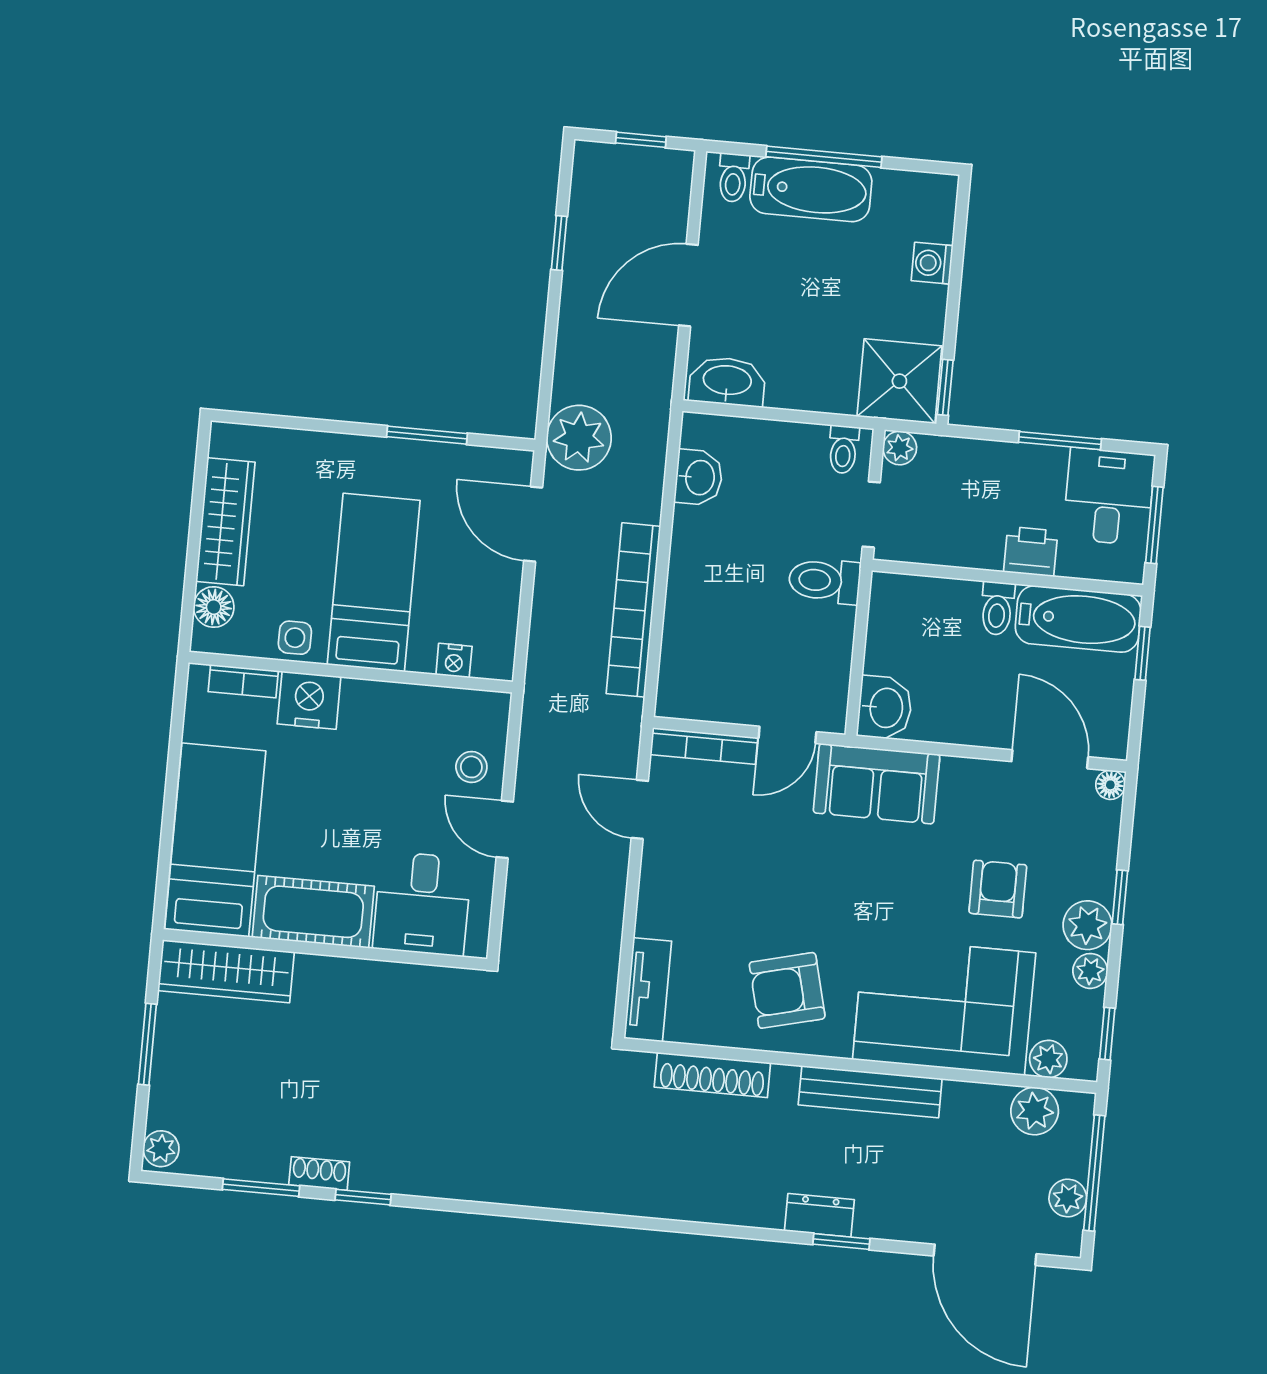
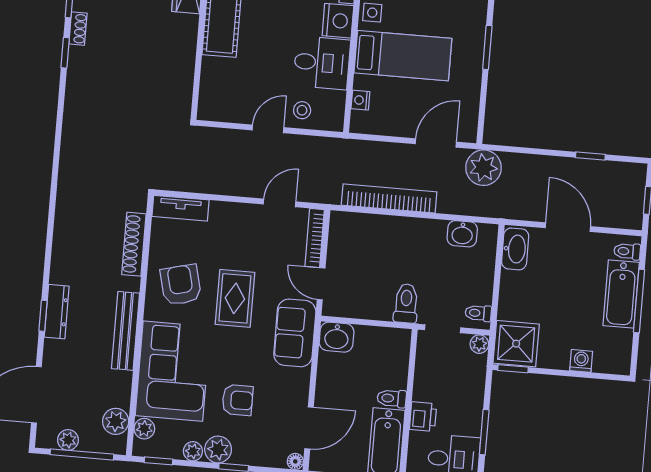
window: (427, 435) -> (487, 47), moved
rug: (813, 892) -> (235, 298), added
desk: (422, 904) -> (322, 63), moved, turned 180
dresser: (819, 1215) -> (57, 312), width x1.44

